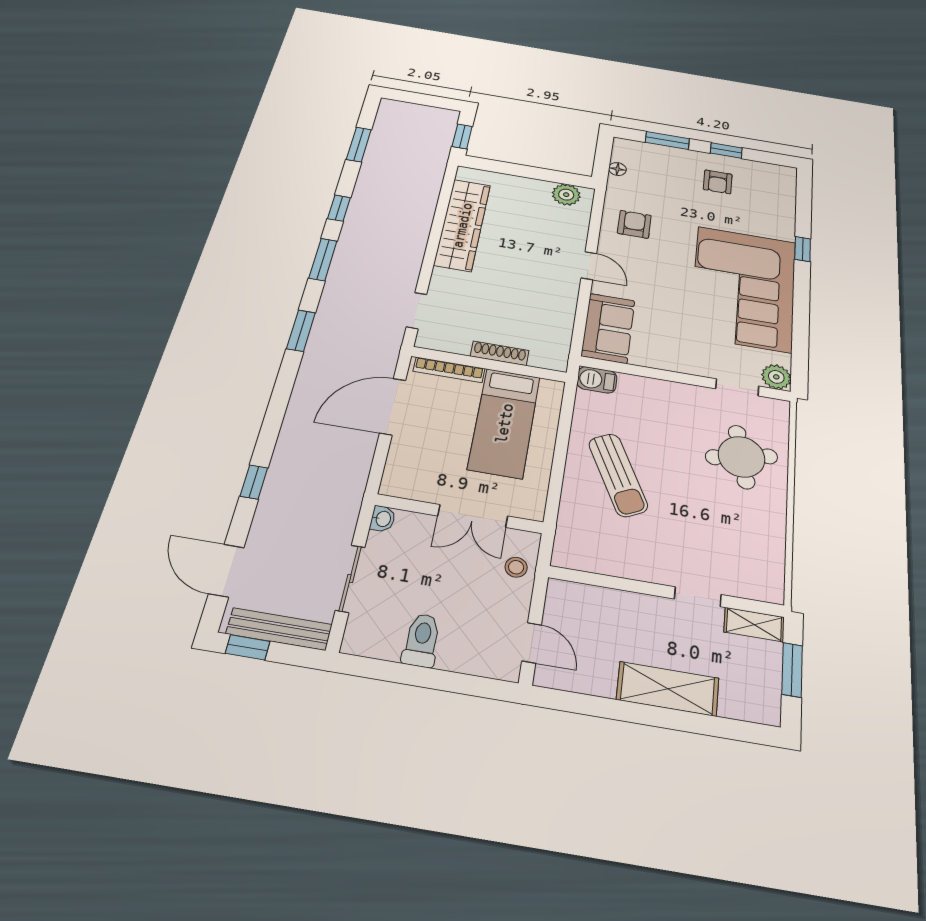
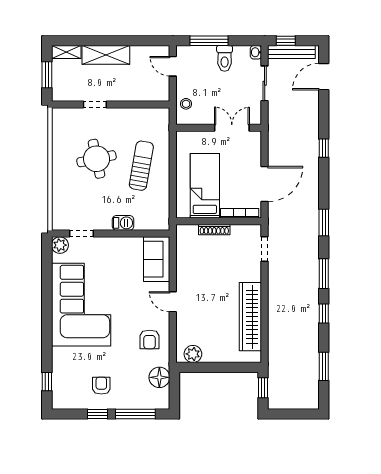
window: (667, 141) -> (135, 414), width x1.44
floor lamp: (617, 169) -> (159, 377), width x1.89, depth x1.89
window: (803, 249) -> (47, 382), moved
barbecue: (597, 380) -> (123, 223), moved
round table: (742, 457) -> (97, 159), moved
sun lounger: (618, 475) -> (141, 166), turned 37
window: (254, 482) -> (324, 148), moved
double door: (473, 516) -> (232, 128), moved
washbasin: (383, 519) -> (256, 52), moved
door: (226, 571) -> (324, 77), swing flipped
shelving: (754, 625) -> (66, 52), moved
window: (248, 647) -> (286, 41), moved
window: (447, 681) -> (209, 41), added

